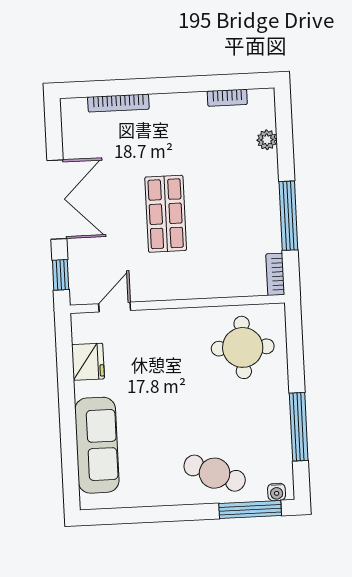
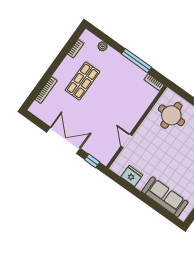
shop shelf: (166, 214) -> (82, 81), moved, turned 90
door: (115, 307) -> (126, 141), moved

